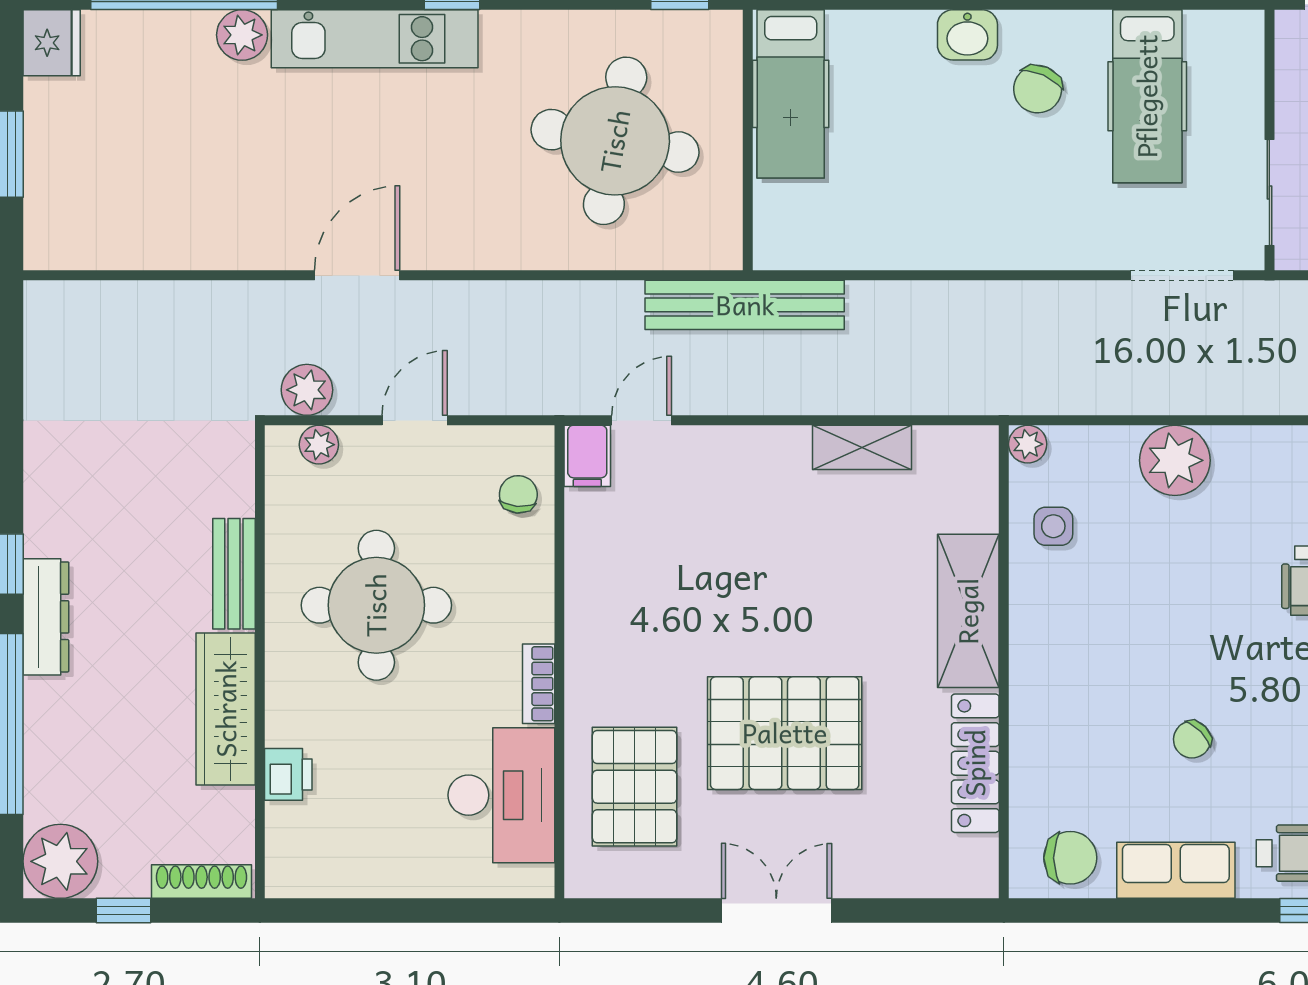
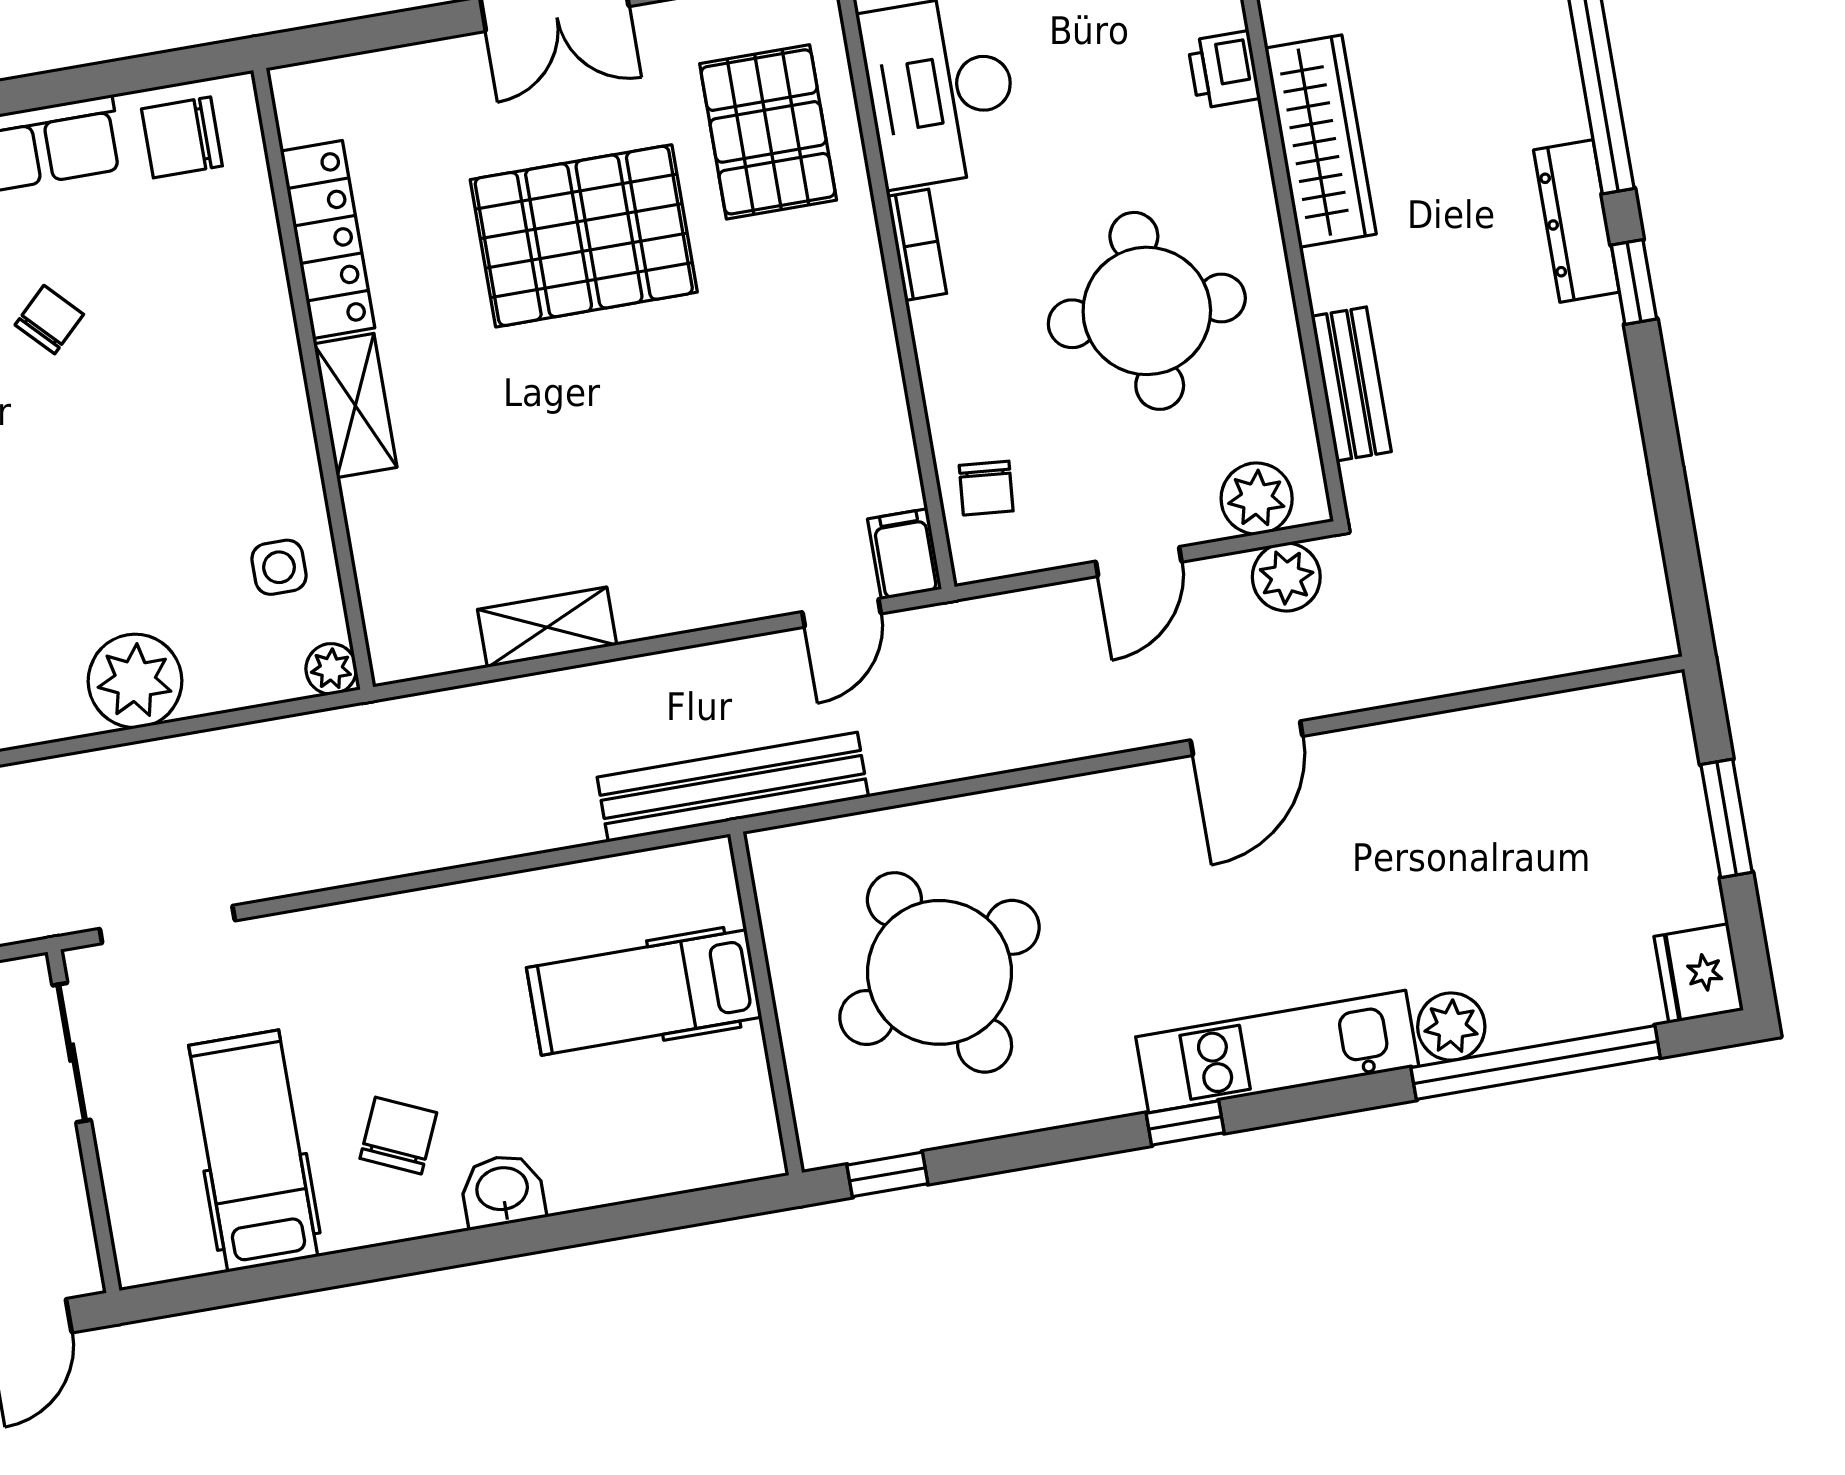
hospital bed: (791, 94) -> (644, 992), moved, turned -90
round table: (615, 141) -> (939, 972), turned -32
plant: (319, 445) -> (1257, 499), width x1.38, depth x1.38
bench: (234, 574) -> (1351, 384), moved
shelving: (968, 611) -> (355, 406), width x0.67, depth x0.75

